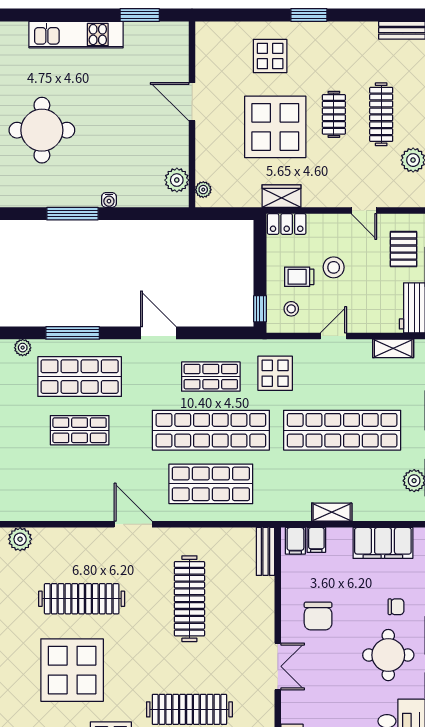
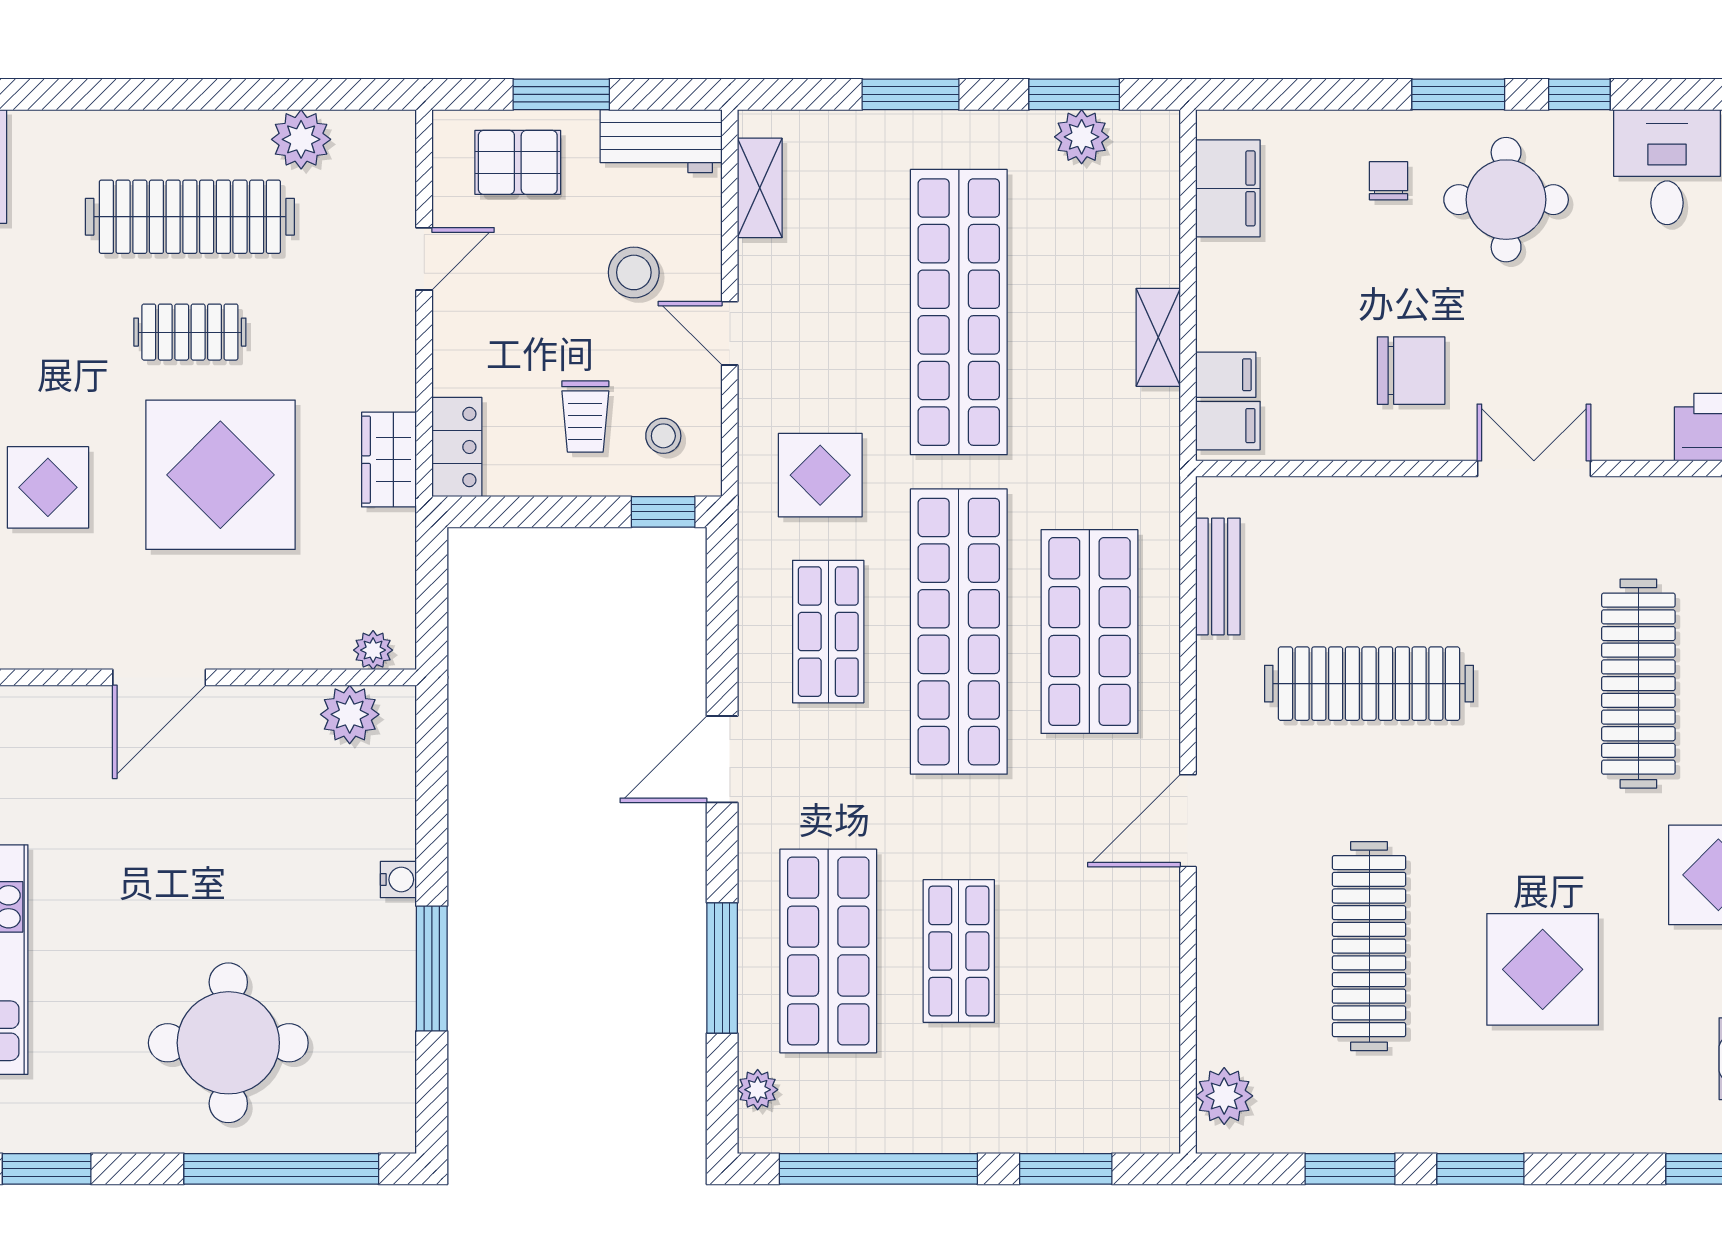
clothes rail: (381, 114) -> (190, 217), width x1.37, depth x1.31
stool: (334, 267) -> (634, 272), moved
filing cabinet: (383, 543) -> (1228, 188), width x0.67, depth x0.86
bench: (265, 551) -> (1218, 576), moved, turned 90
display table: (72, 670) -> (1543, 969), width x0.73, depth x0.73

